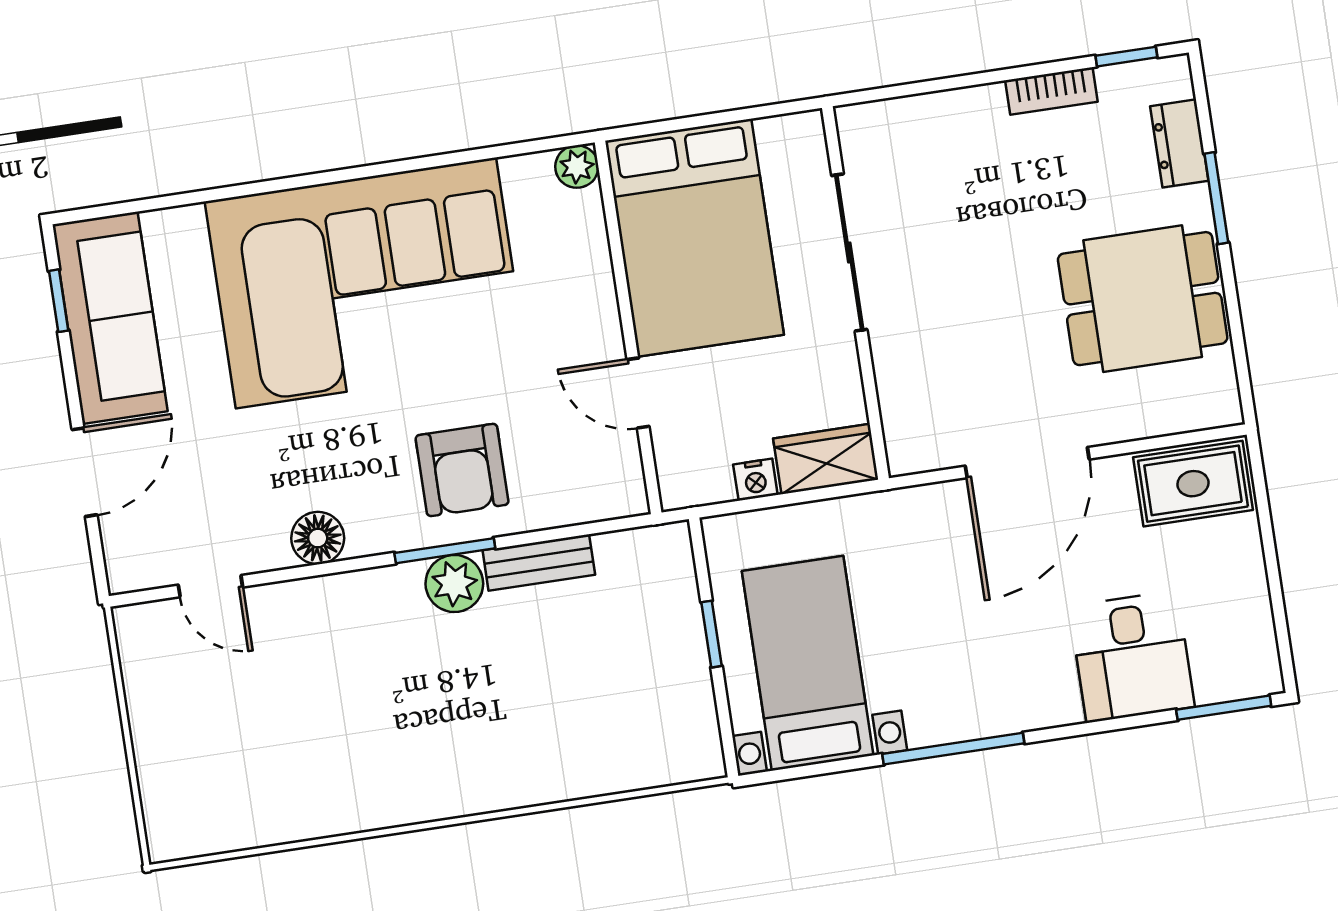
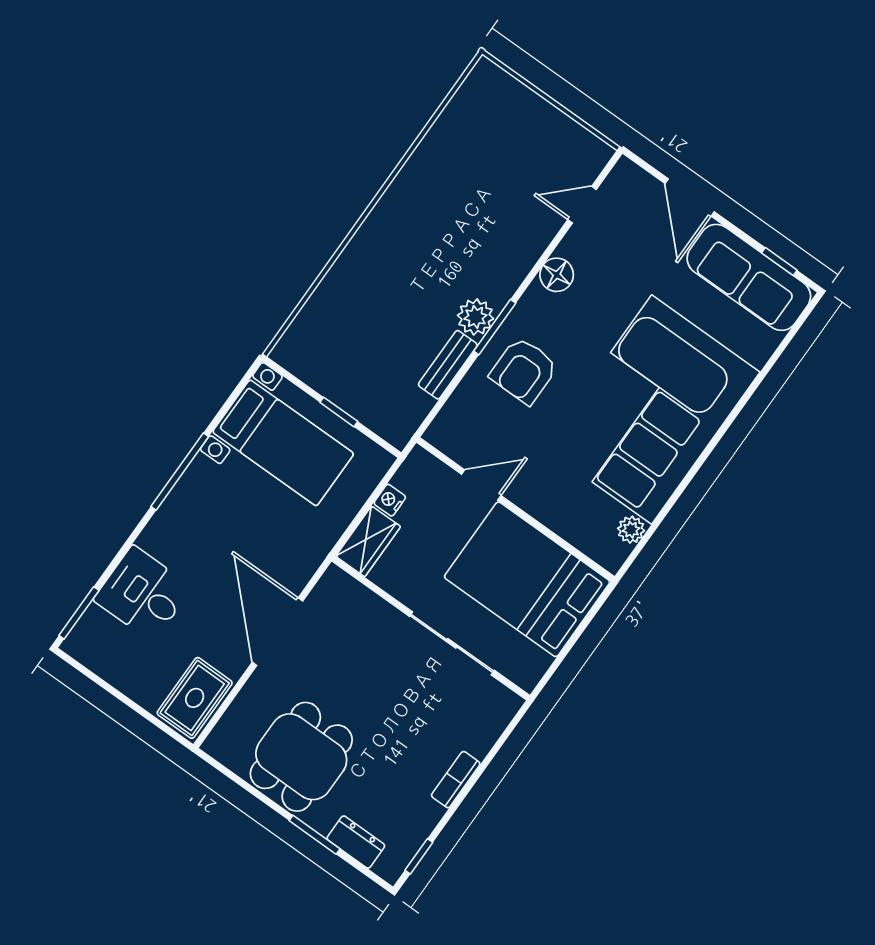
bookcase: (1051, 91) -> (456, 780), moved
plant: (577, 167) -> (631, 530), moved
armchair: (462, 470) -> (524, 371), turned -90

